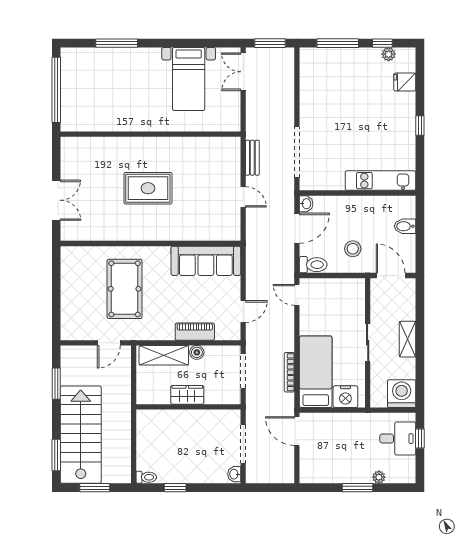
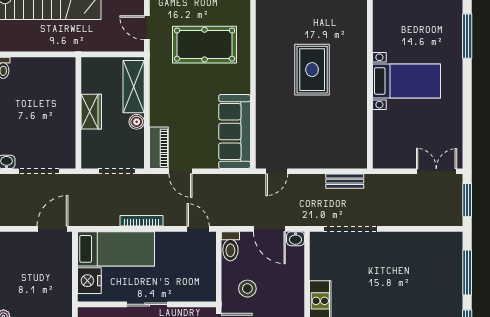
bed with nightstands: (189, 79) -> (406, 81), moved, turned 180
door: (243, 197) -> (277, 171), moved
door: (297, 295) -> (198, 229), hinge flipped
piano: (195, 332) -> (159, 148), moved
bookcase: (289, 372) -> (141, 221), moved

